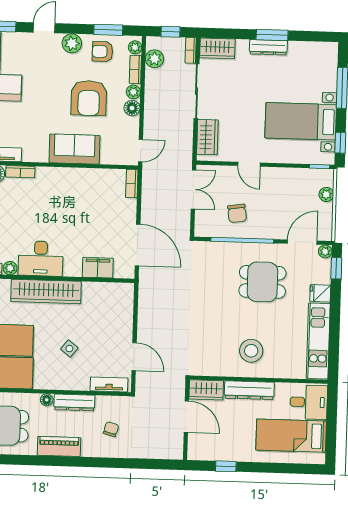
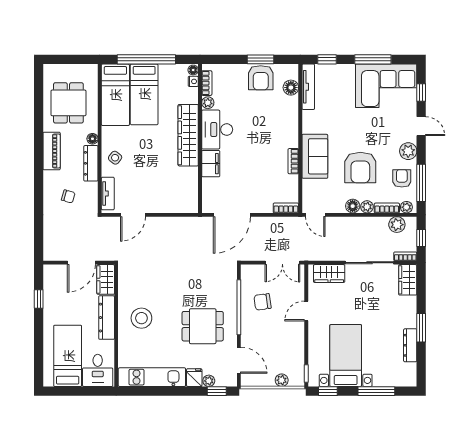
window: (108, 30) -> (421, 183), width x1.44
dresser: (268, 47) -> (410, 345), moved
armchair: (89, 98) -> (360, 168), turned -90
bookcase: (20, 172) -> (293, 161), moved
plant: (325, 251) -> (209, 381), moved
filing cabinet: (98, 268) -> (211, 164), moved
dining table: (262, 282) -> (203, 326), turned 90
side table: (69, 349) -> (115, 158), moved

